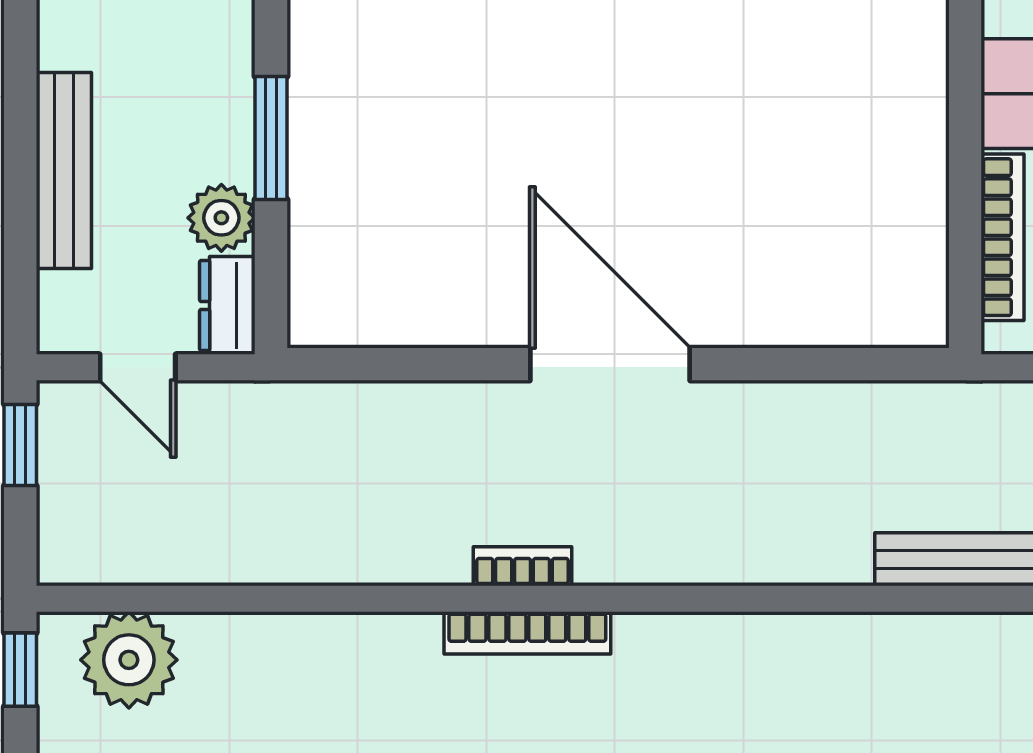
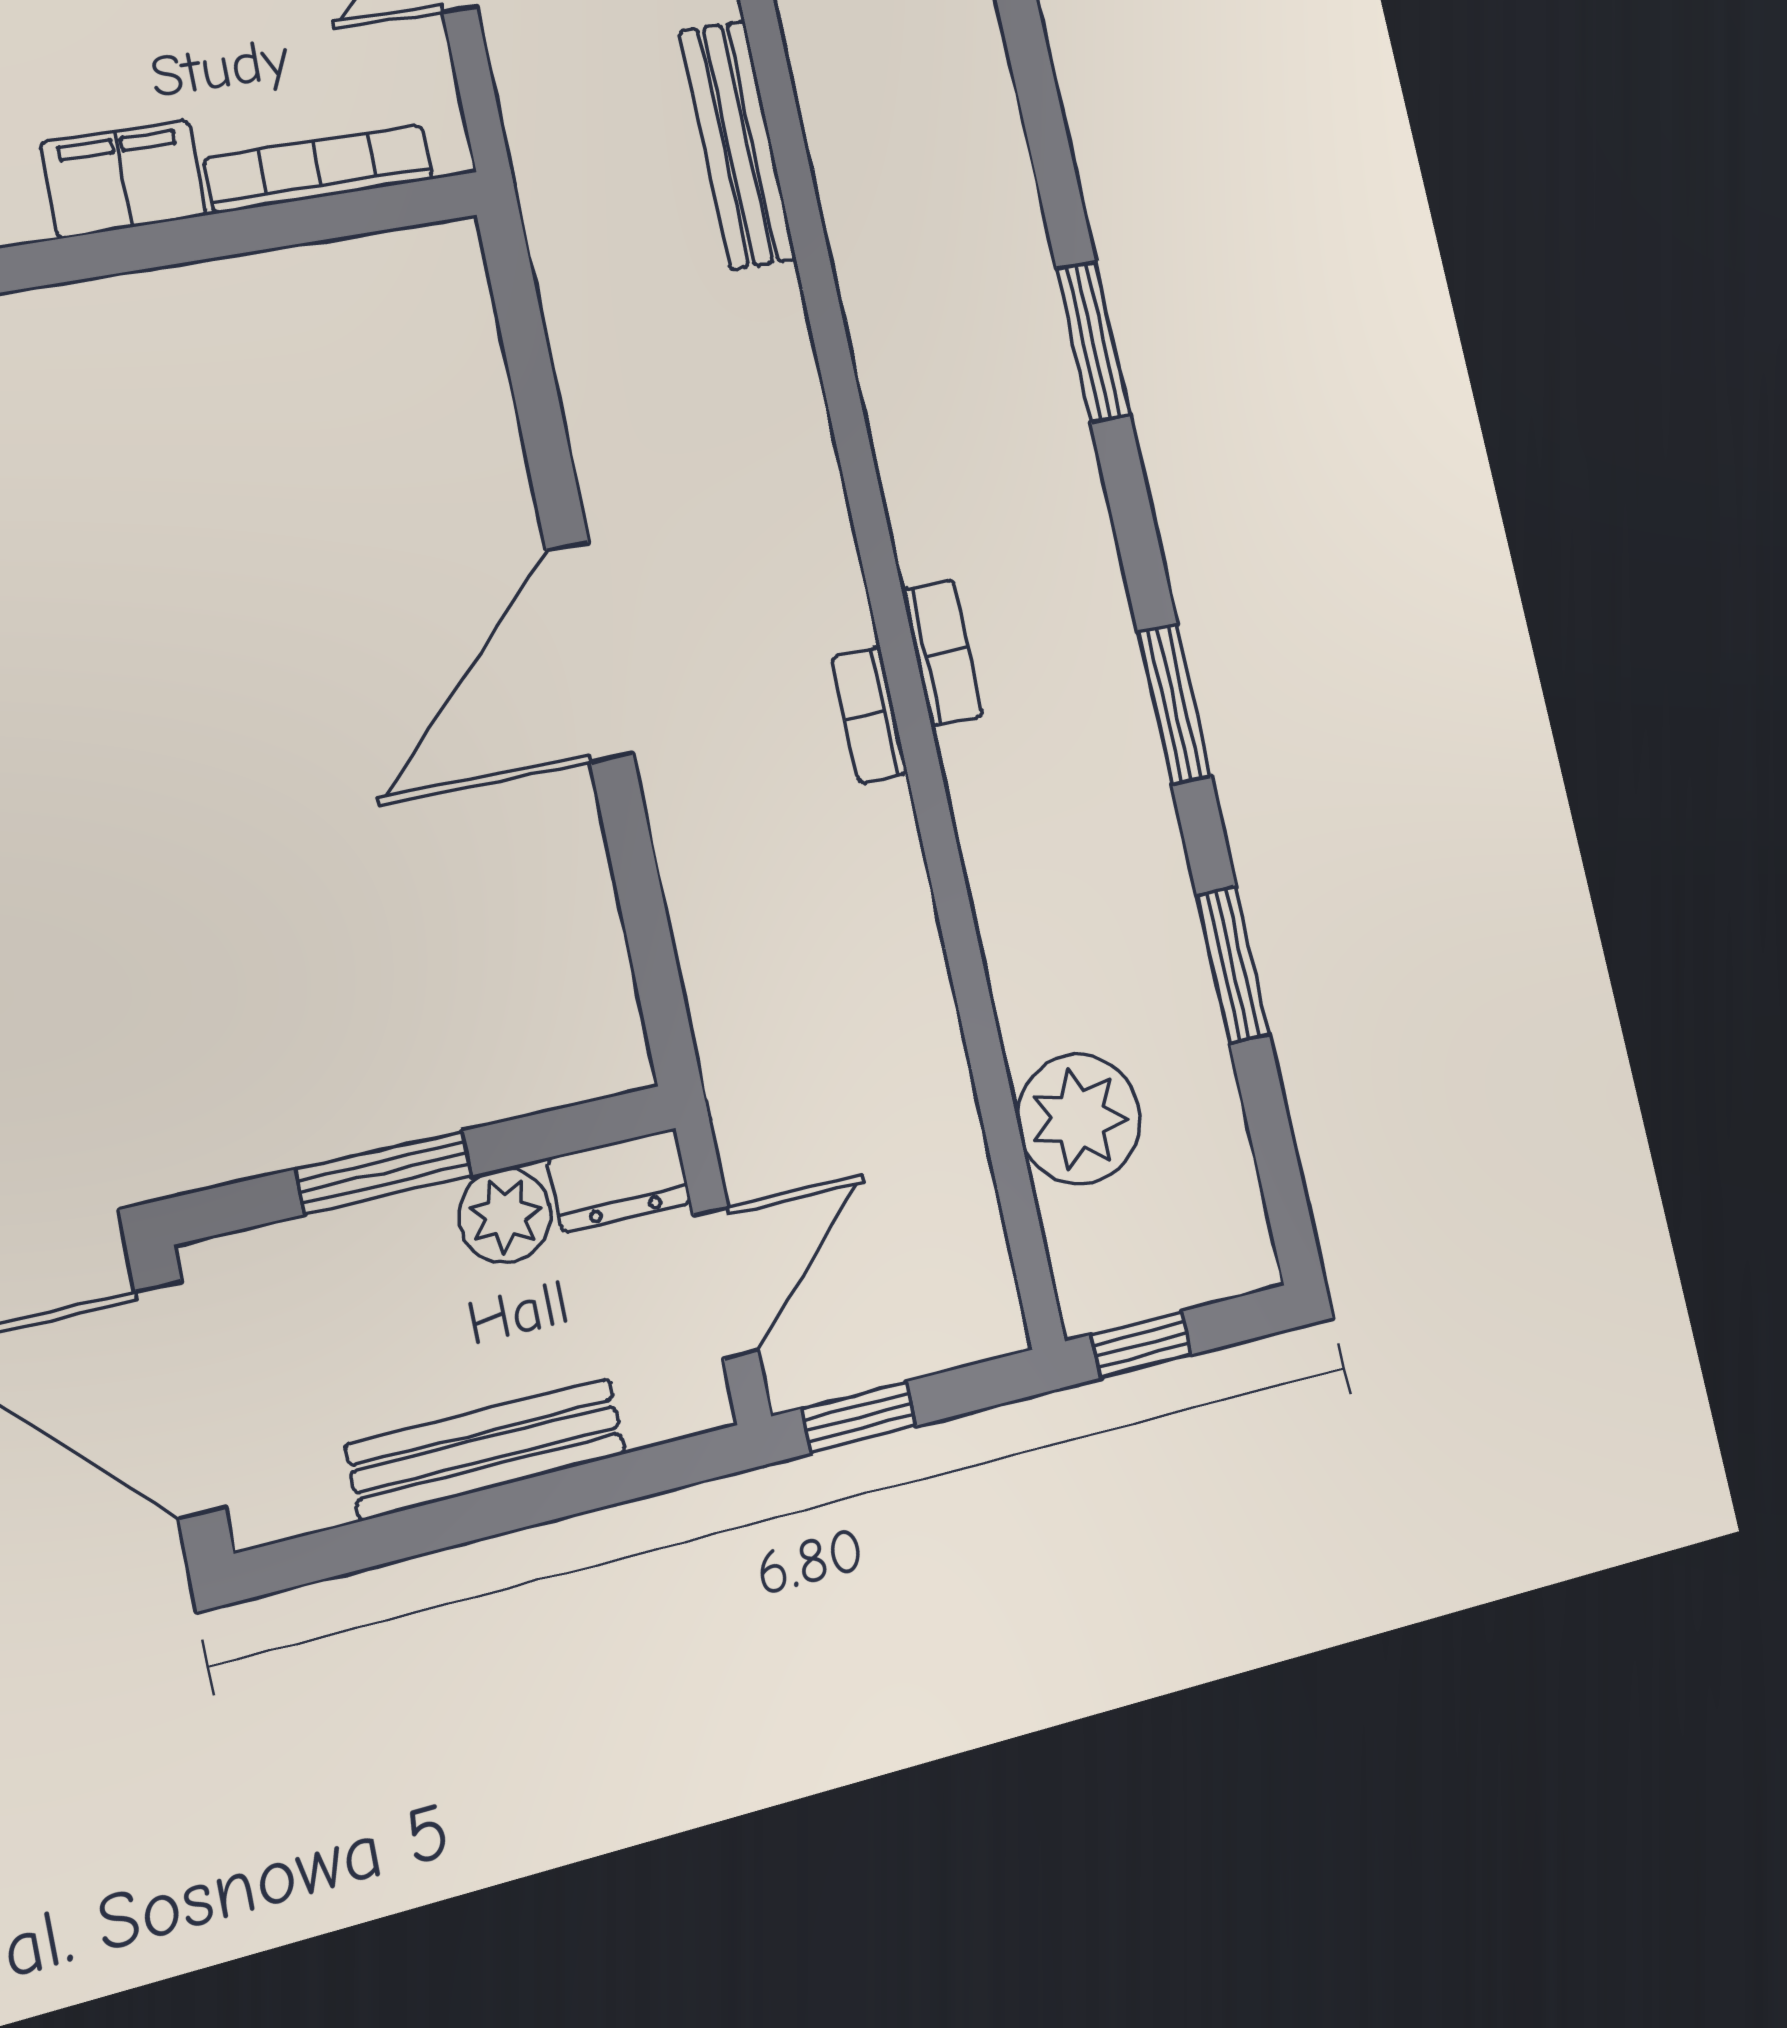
door: (138, 367) -> (725, 1283), width x1.38
bookcase: (527, 633) -> (942, 653), width x0.64
plant: (129, 660) -> (1079, 1119), moved

